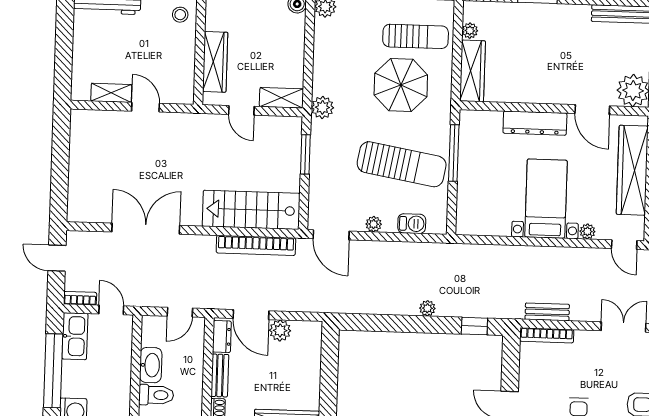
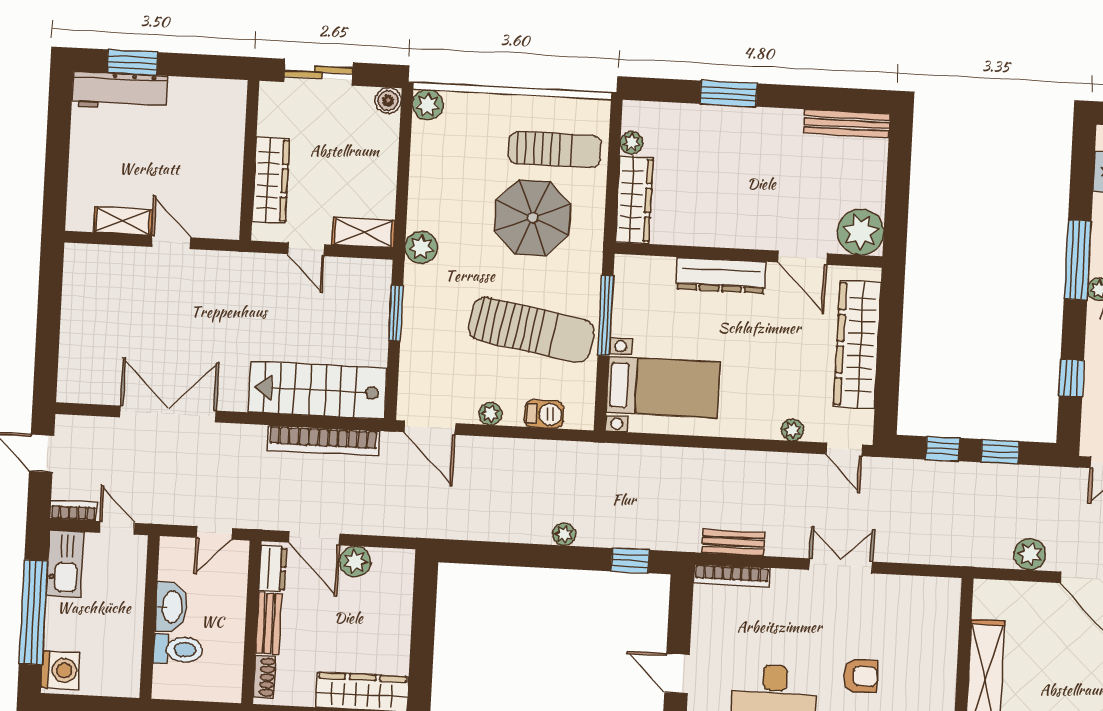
stool: (180, 15) -> (223, 112), removed
bed with nightstands: (546, 199) -> (663, 387), moved, turned 90

